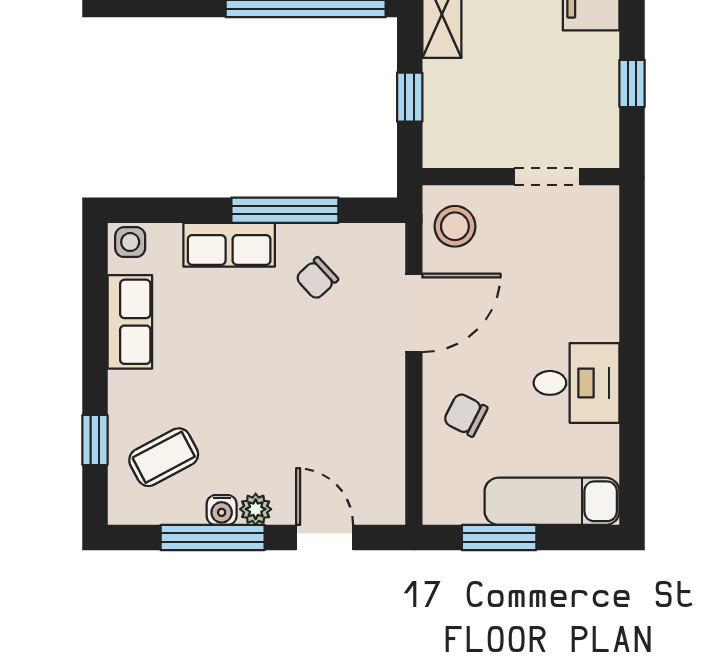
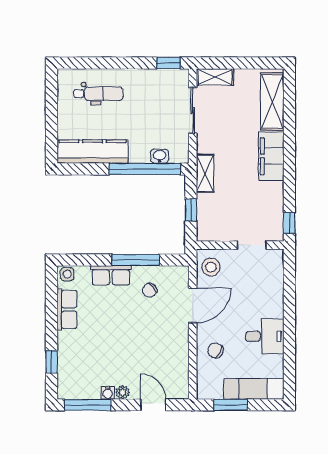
window: (632, 83) -> (289, 223), moved
coffee table: (164, 457) -> (82, 369), removed
window: (213, 538) -> (88, 405), moved

